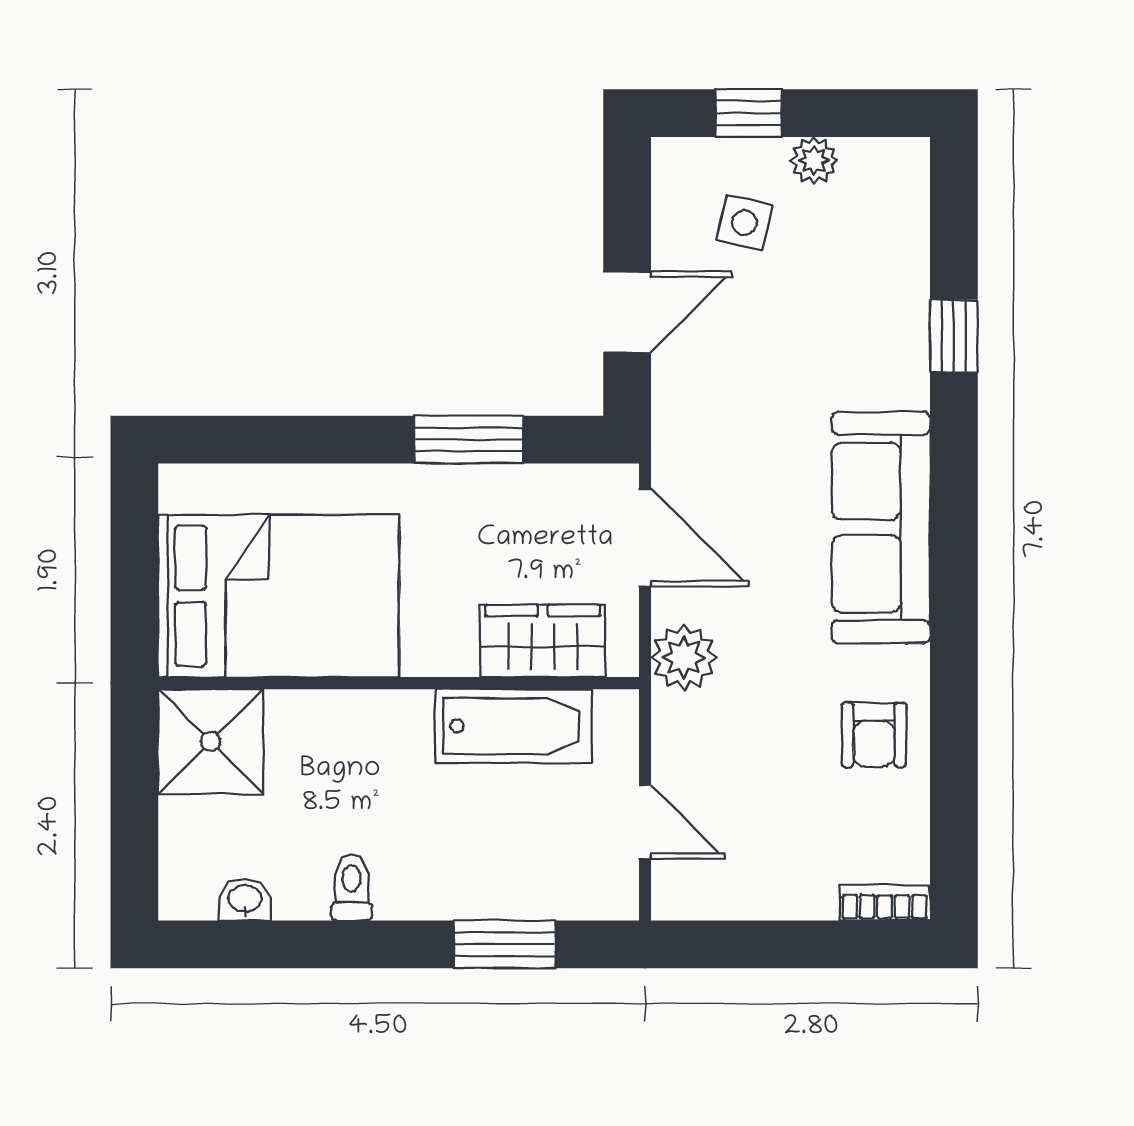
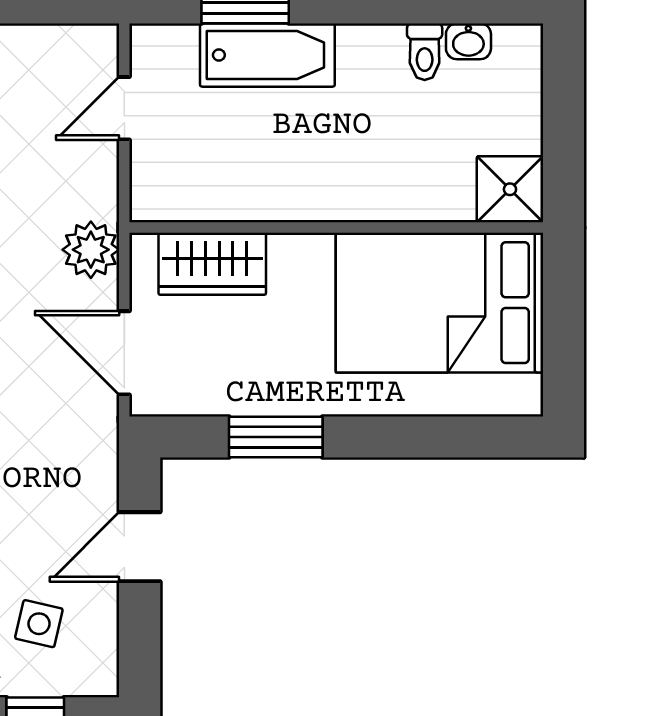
bathtub: (513, 726) -> (267, 55), moved, turned 180
shower: (211, 742) -> (510, 189), width x0.73, depth x0.73
door: (645, 822) -> (124, 108), hinge flipped
toilet: (351, 888) -> (425, 52), moved

